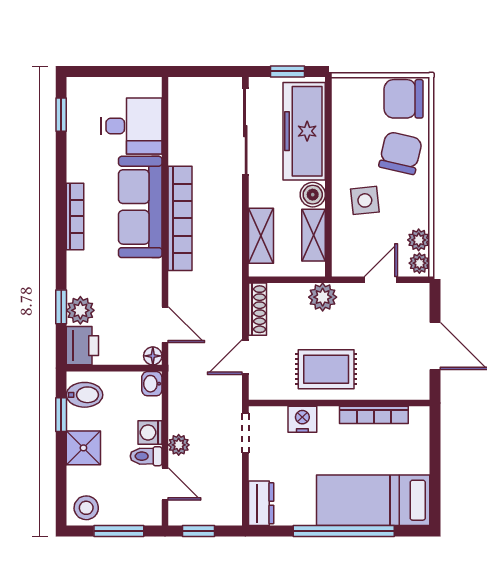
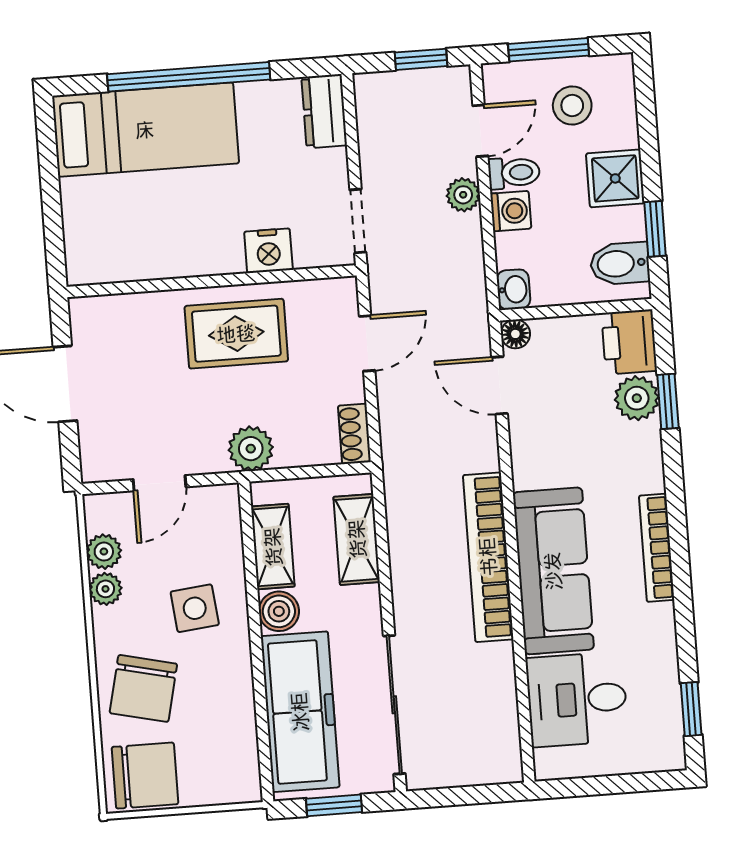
plant: (419, 263) -> (105, 589), moved
shoe rack: (257, 309) -> (354, 434), width x0.70
bookcase: (374, 415) -> (154, 266), removed
door: (165, 484) -> (480, 131), swing flipped
stool: (86, 508) -> (572, 106), moved

